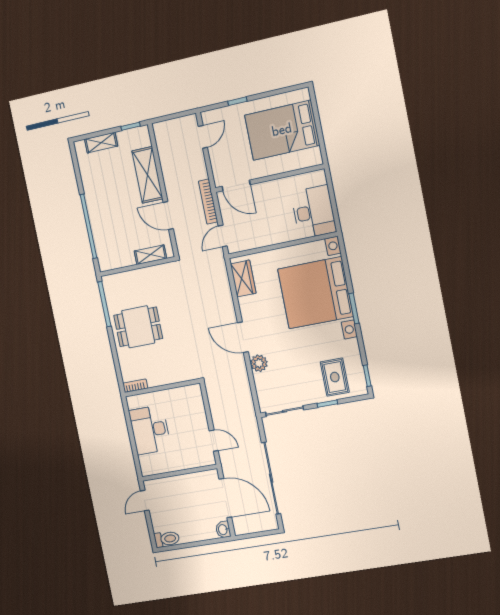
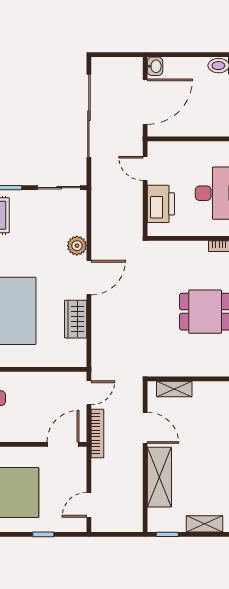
door: (236, 185) -> (63, 444), hinge flipped
wardrobe: (243, 279) -> (76, 319), moved
door: (243, 337) -> (89, 278), hinge flipped
printer: (194, 413) -> (161, 204), added
door: (225, 498) -> (145, 102), swing flipped

